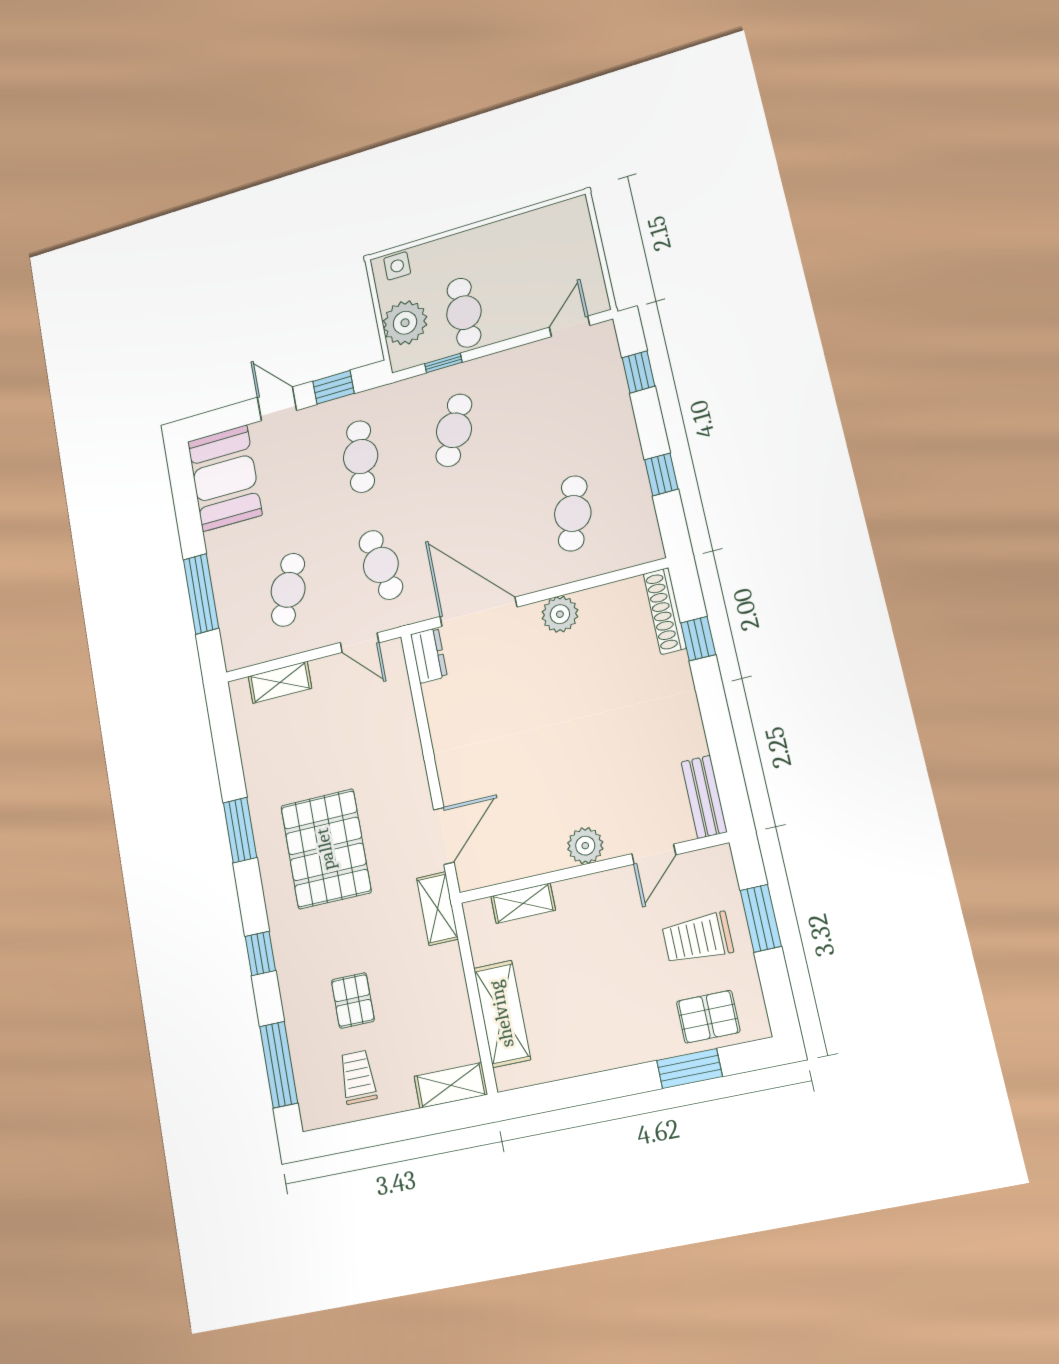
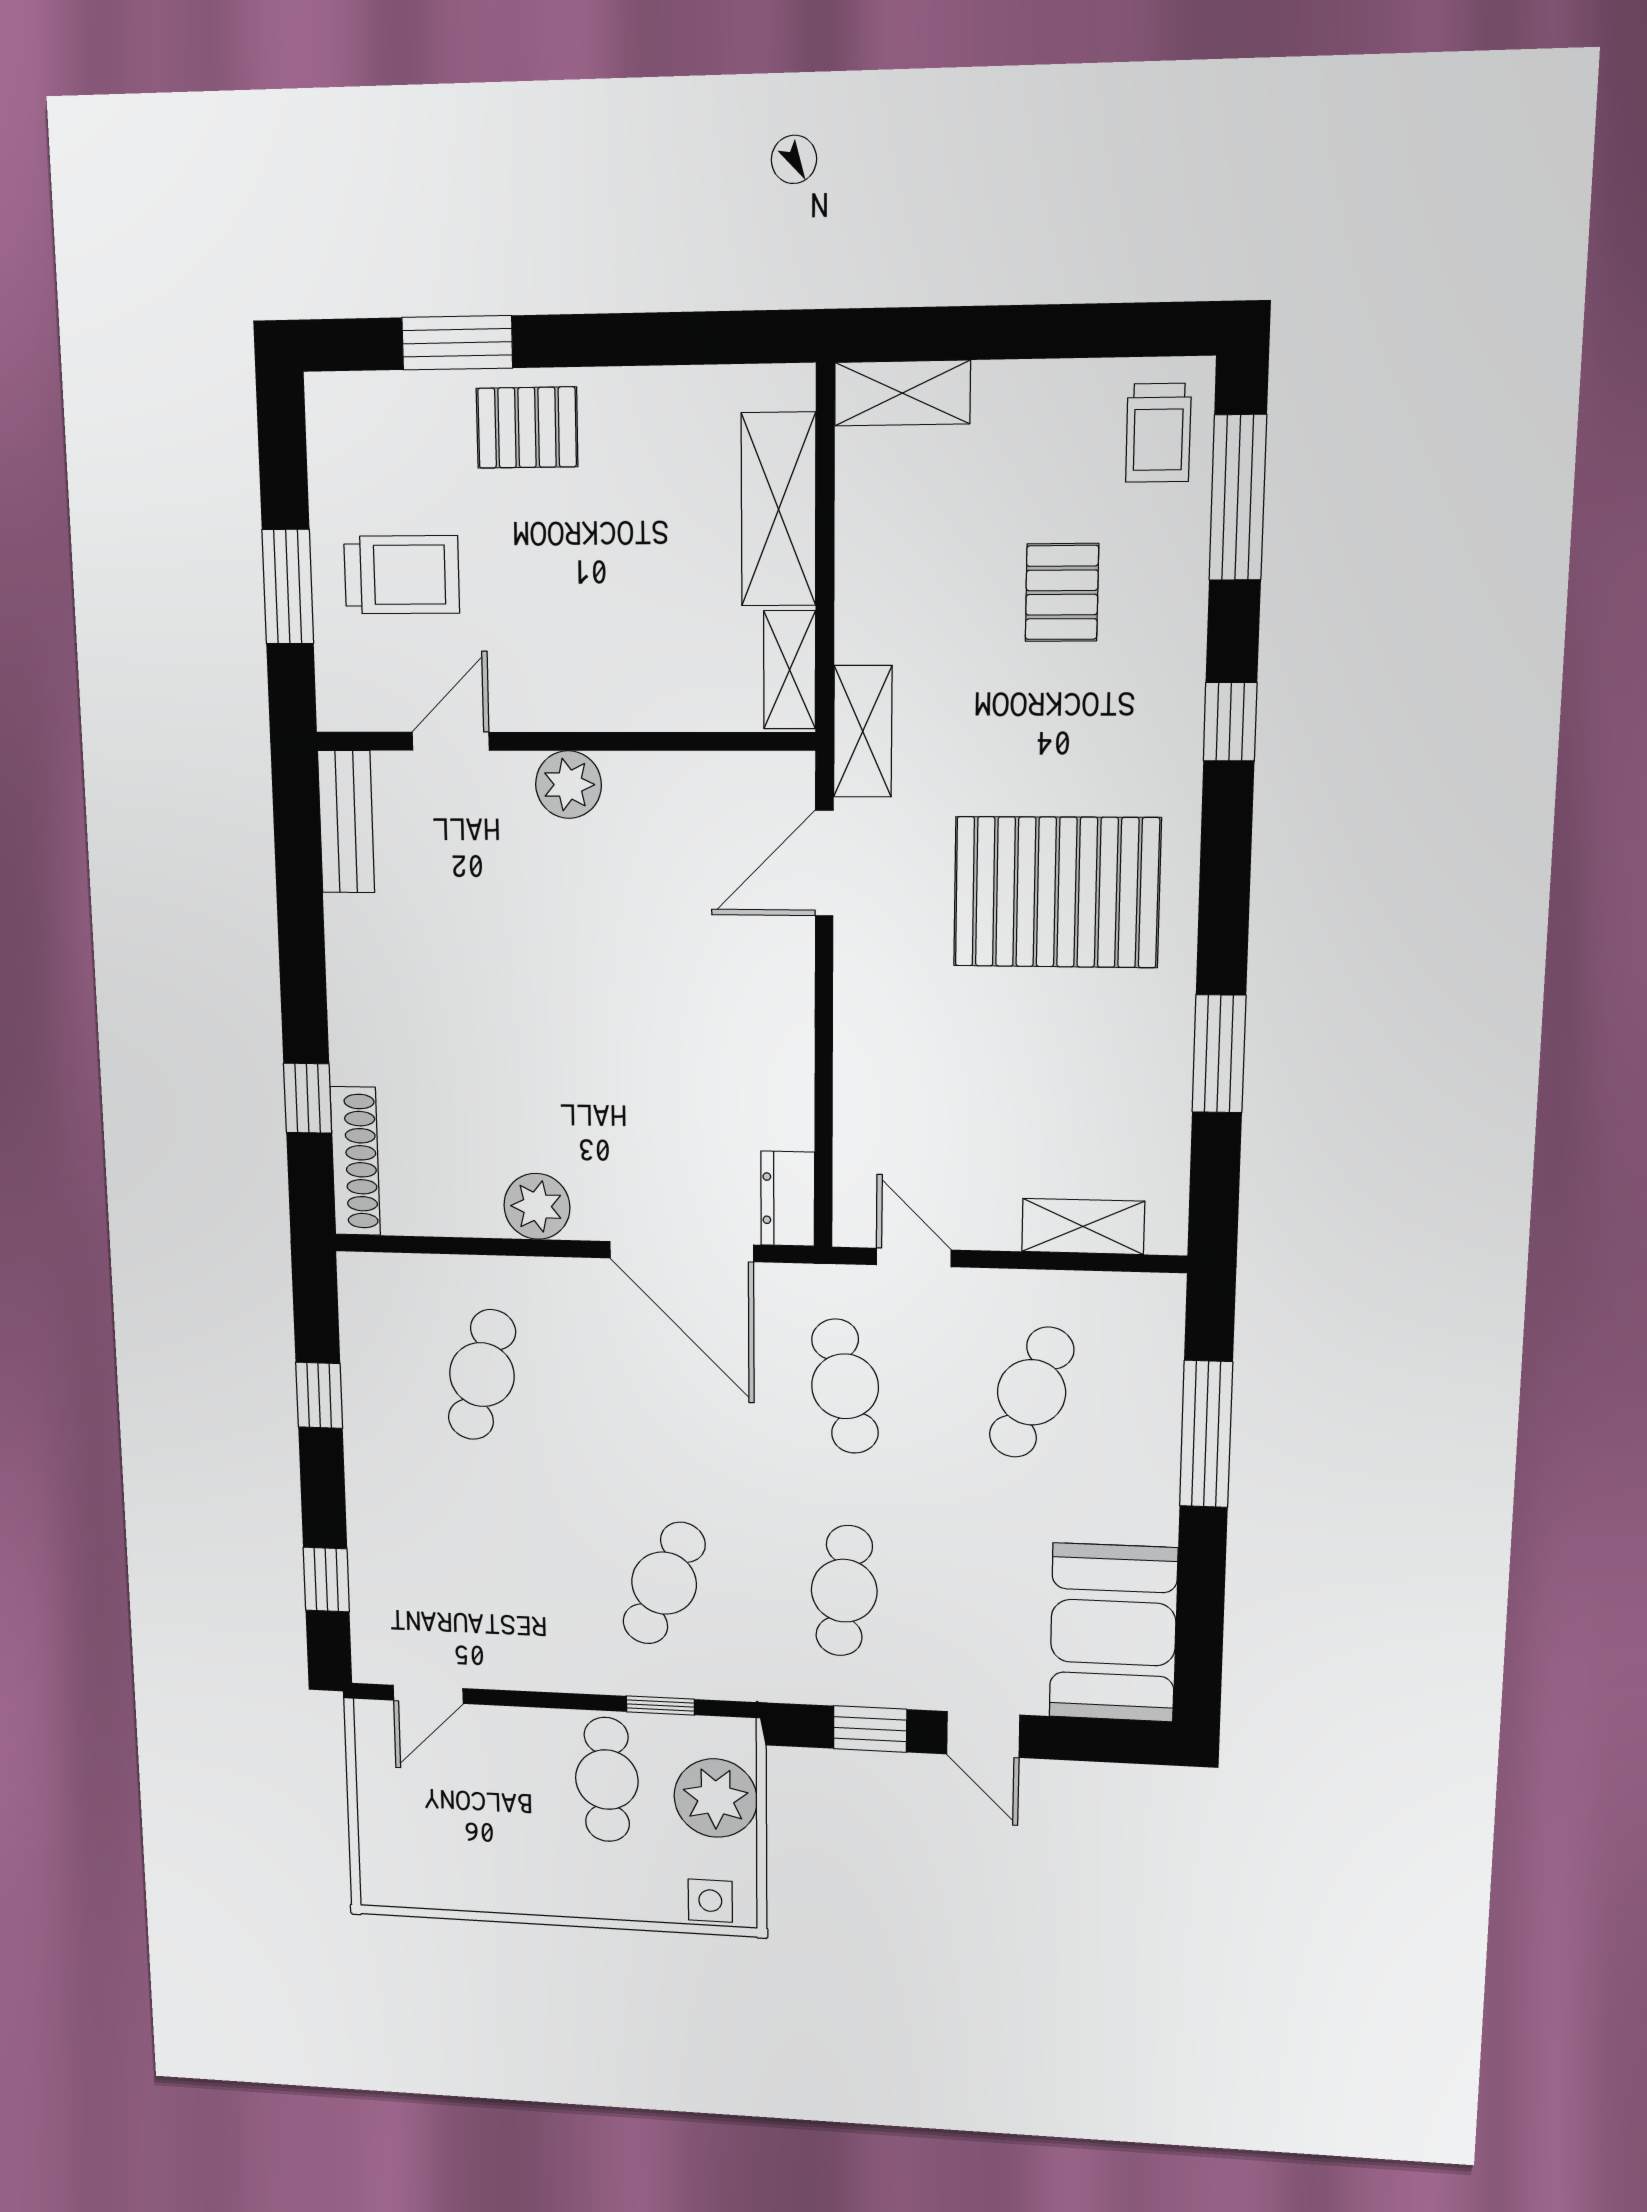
window: (240, 830) -> (1219, 1054), moved
pallet: (326, 849) -> (1057, 892), turned 90
shelving: (523, 903) -> (790, 670), moved, turned 90
pallet: (708, 1017) -> (527, 428), moved
trolley: (358, 1077) -> (1158, 433), moved

